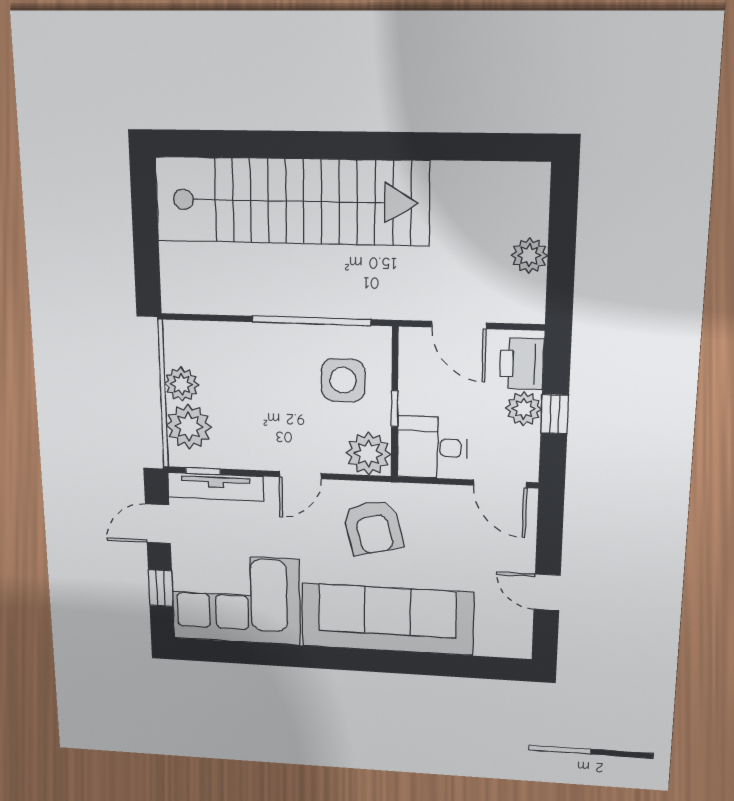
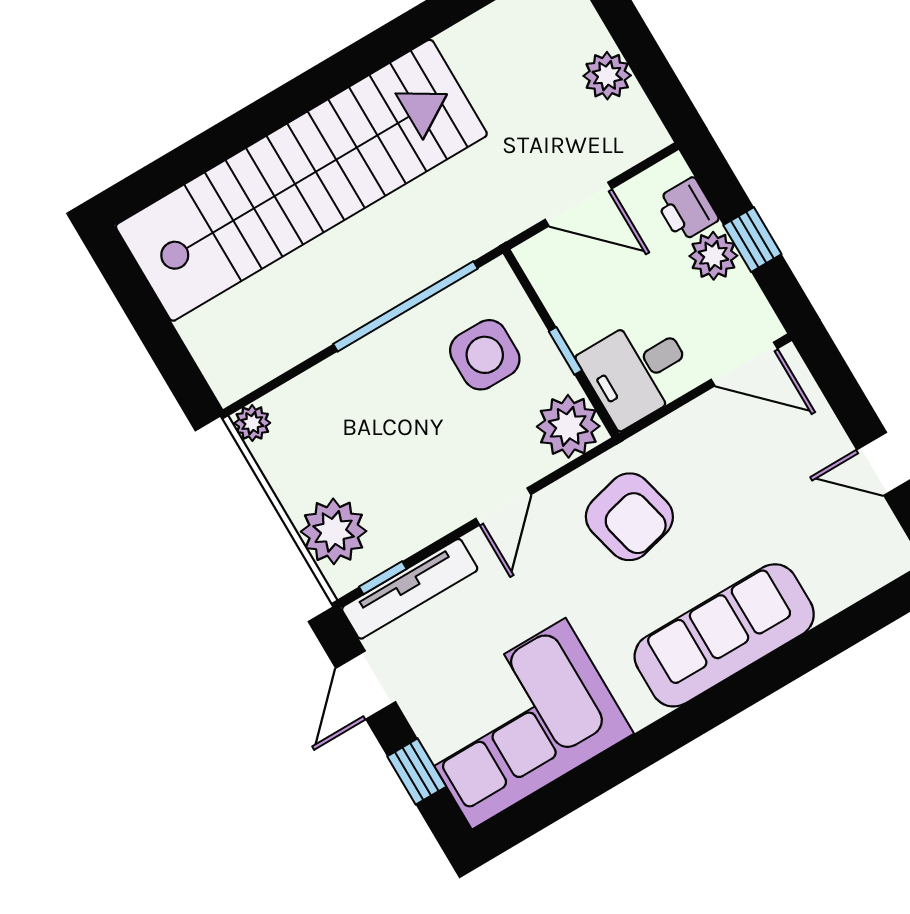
printer: (522, 364) -> (687, 210), width x0.73, depth x0.81
plant: (182, 384) -> (252, 423), moved, width x0.73, depth x0.73
sofa: (387, 619) -> (724, 635), width x0.74, depth x0.79

